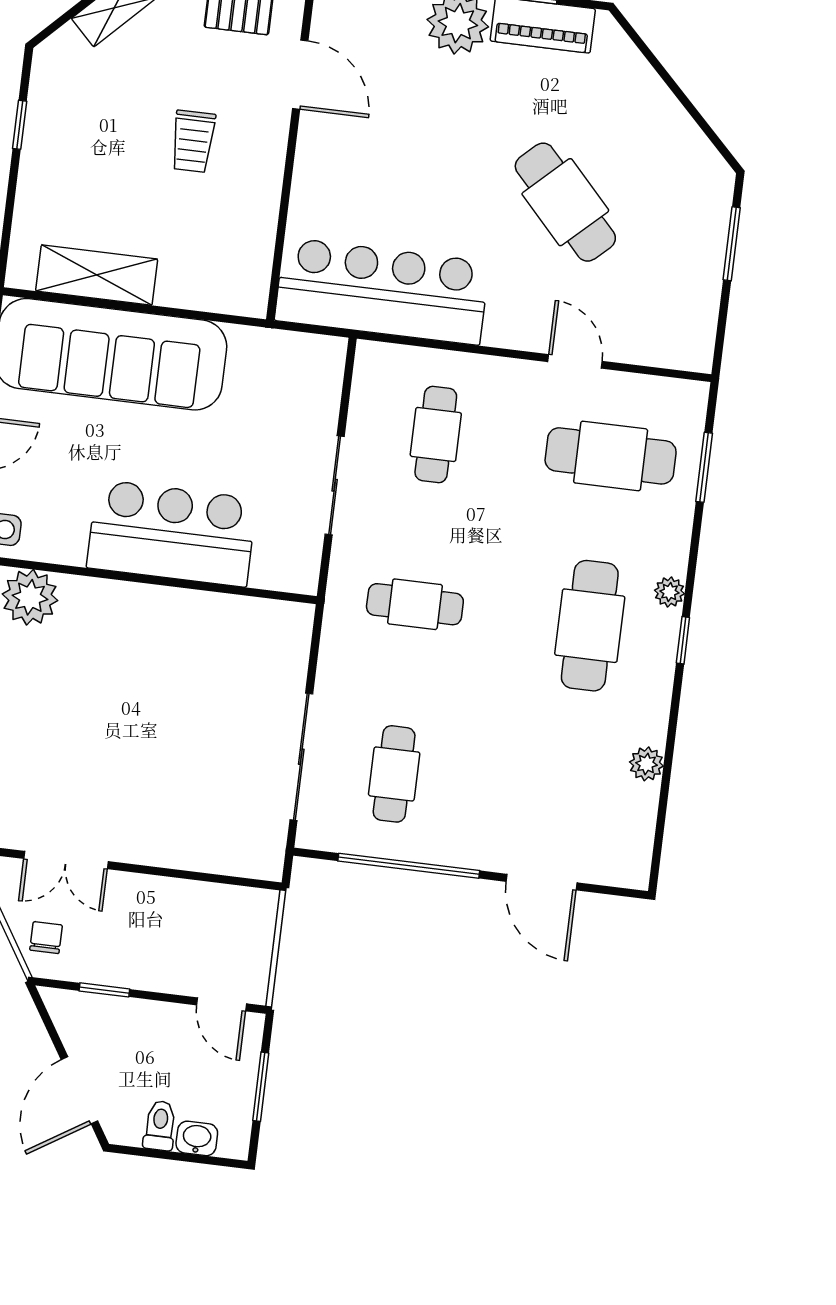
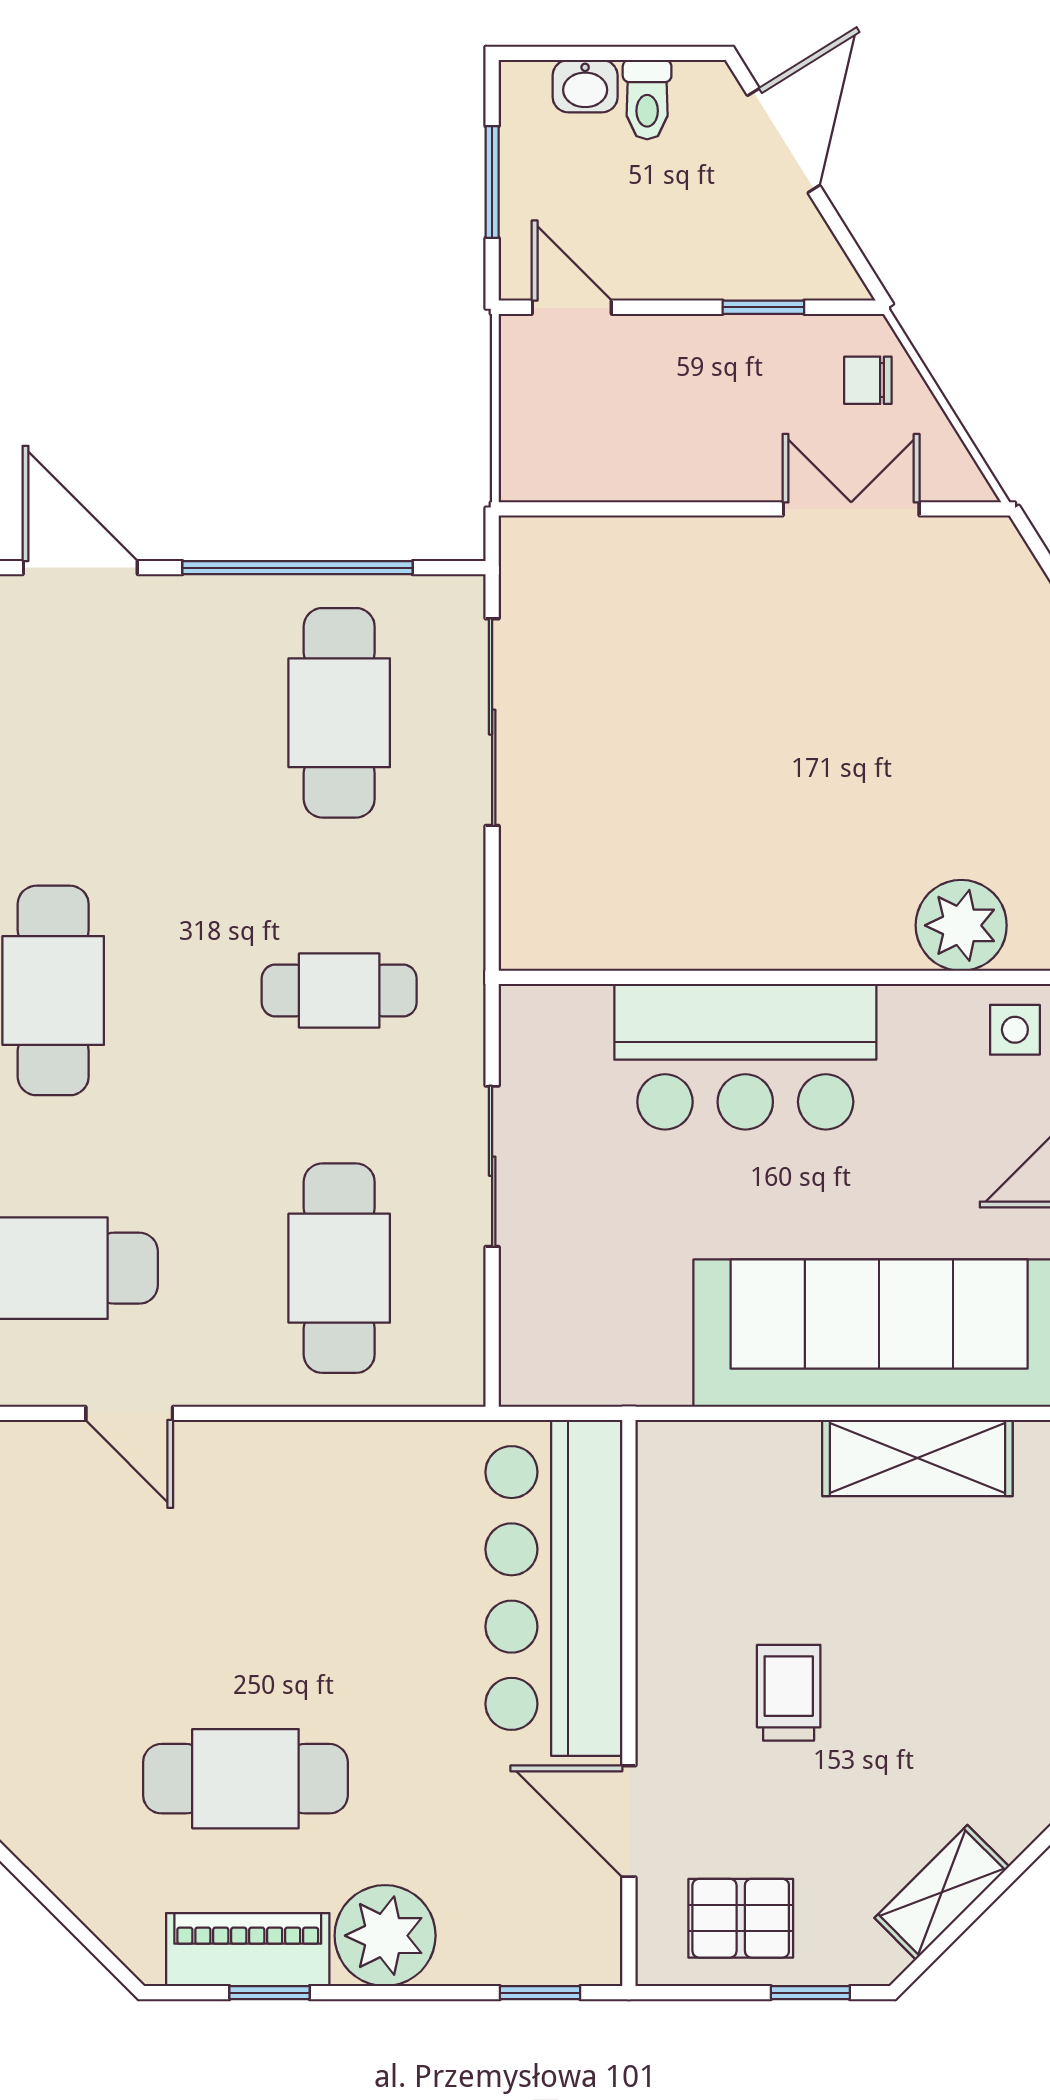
cafe table: (565, 202) -> (245, 1779), moved, turned -47
bar counter: (382, 291) -> (554, 1588), moved, turned 90
cafe table: (436, 434) -> (339, 1268), width x1.37, depth x1.35
cafe table: (394, 774) -> (339, 713), width x1.37, depth x1.35
chair: (46, 938) -> (868, 380), turned 90

